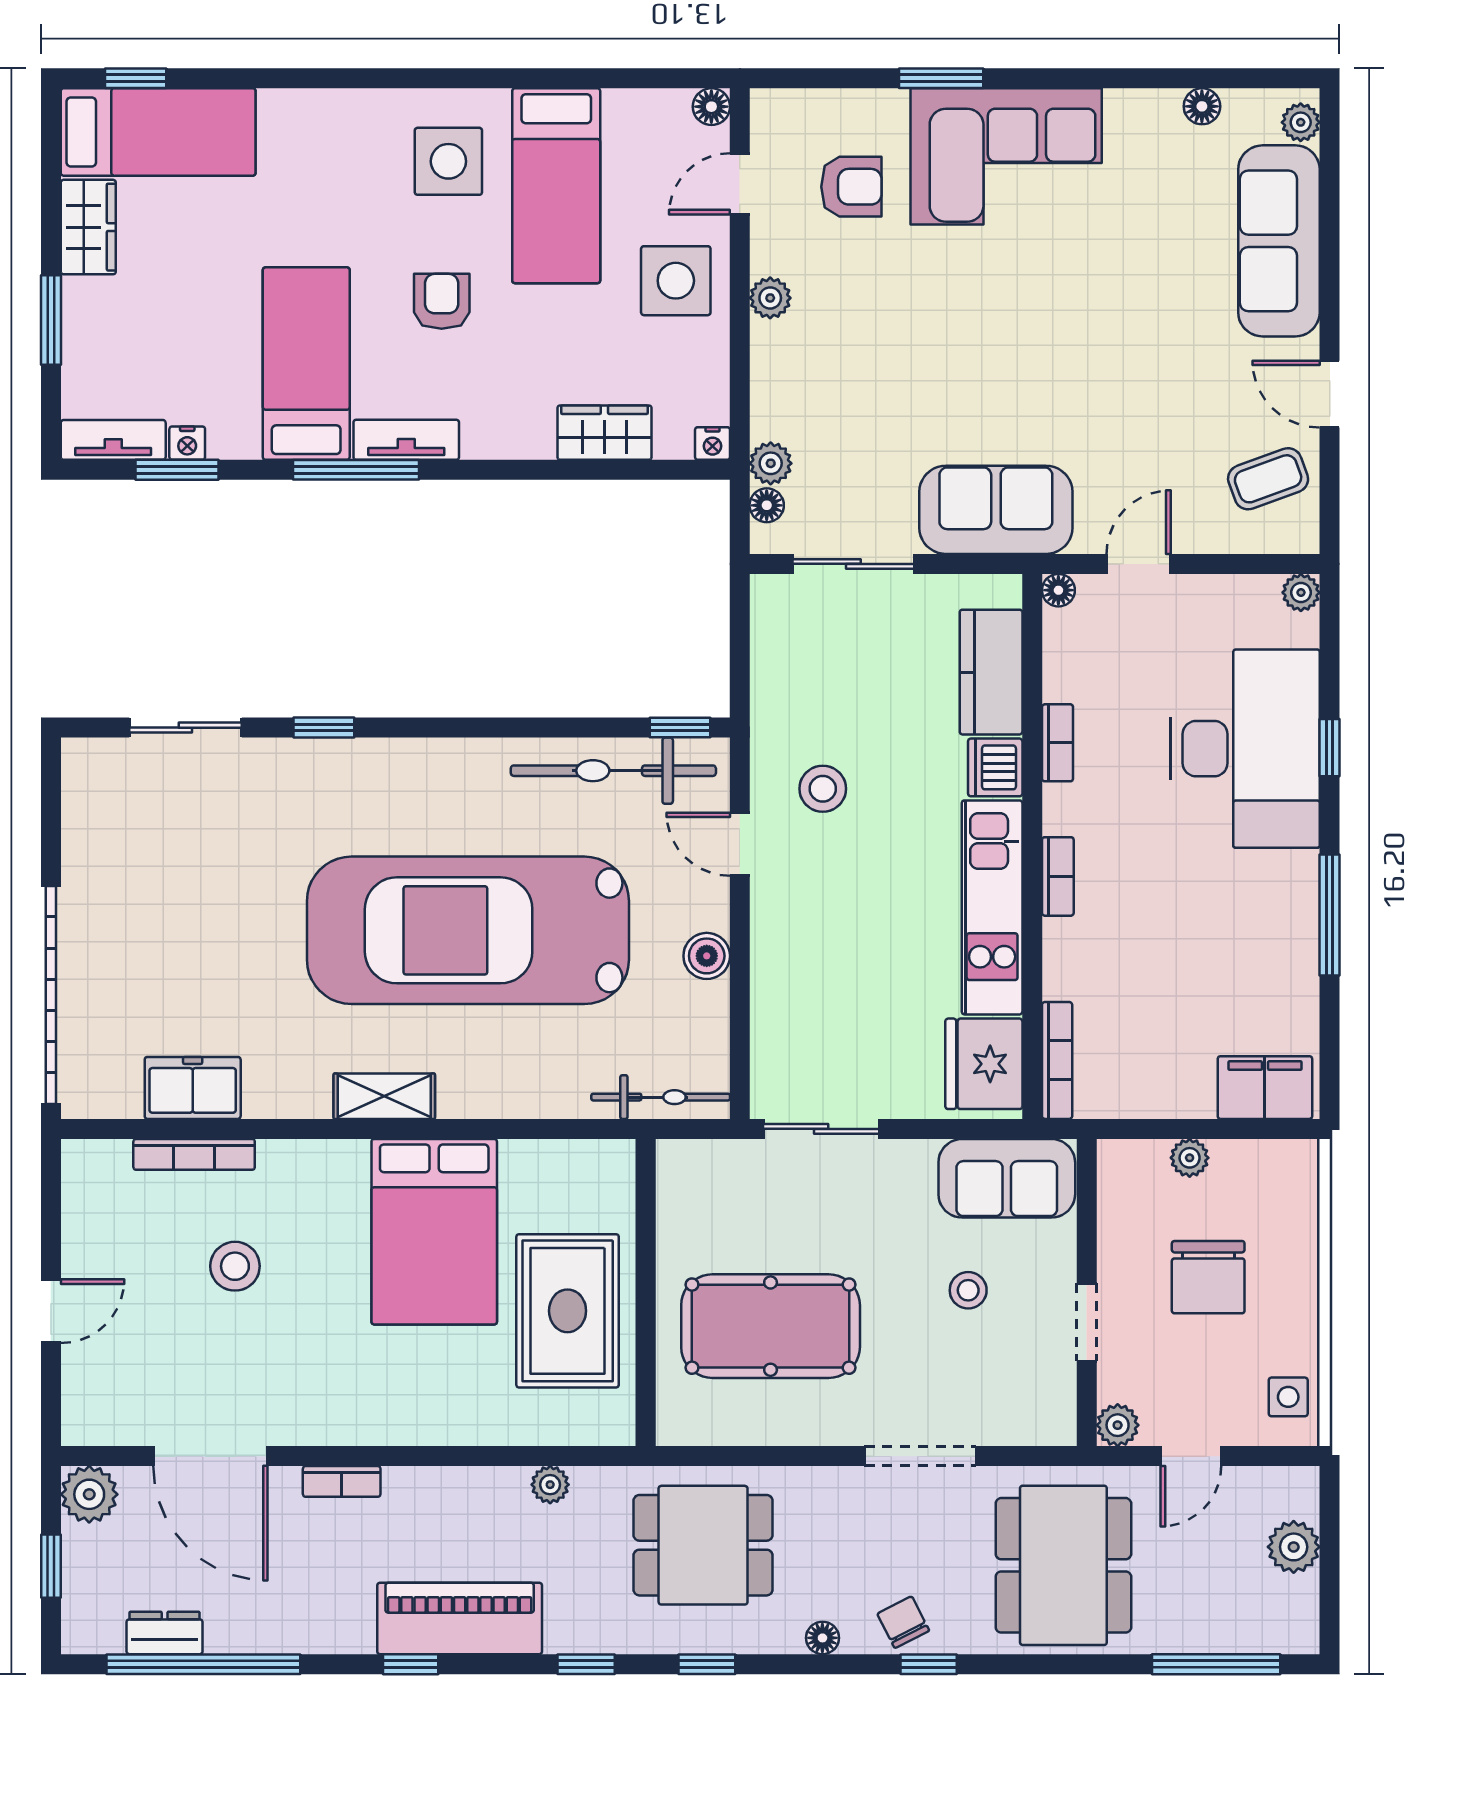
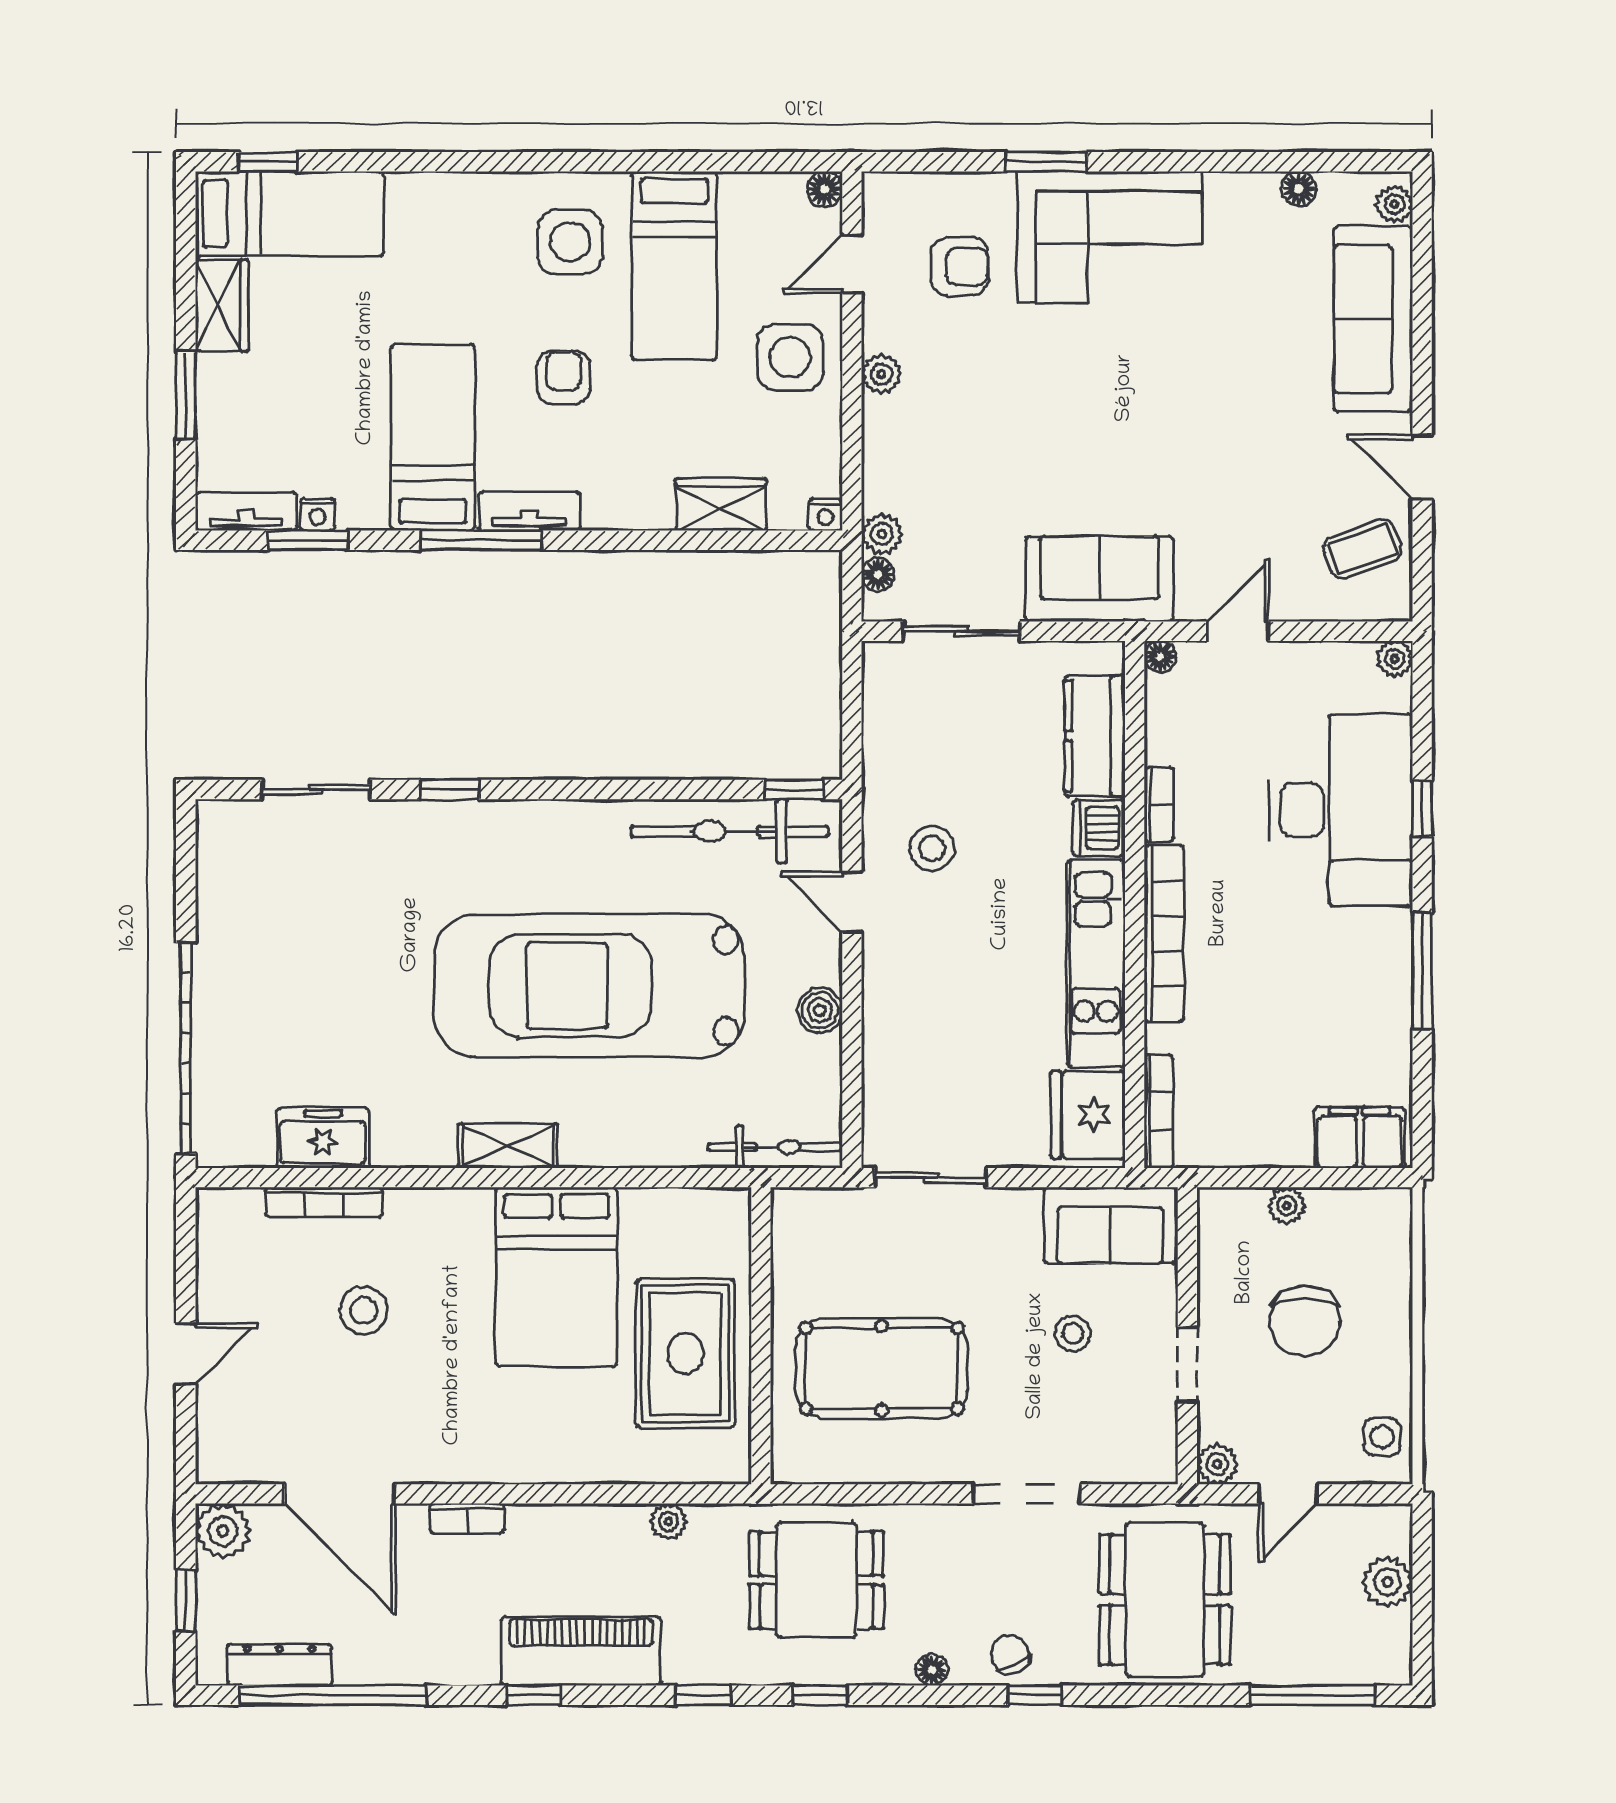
bookcase: (1058, 876) -> (1164, 933), width x2.31, depth x1.31
dresser: (165, 1633) -> (280, 1665), width x1.44

